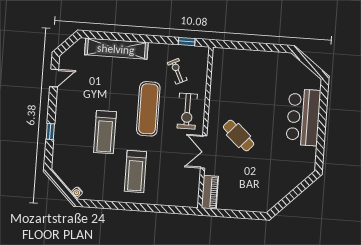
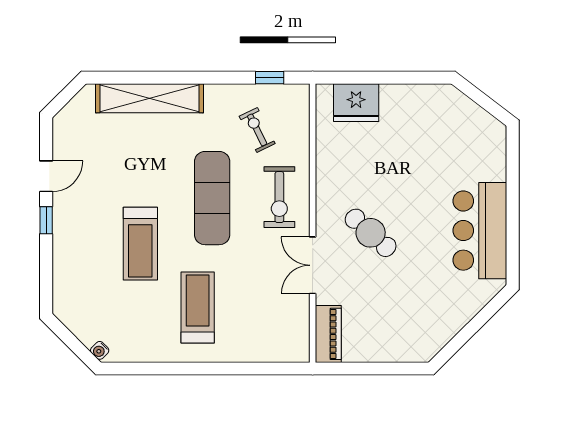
fridge: (236, 60) -> (356, 103), added
door: (54, 78) -> (46, 176), moved
bar counter: (303, 117) -> (480, 231), moved
window: (50, 131) -> (46, 220), moved
treadmill: (135, 172) -> (198, 308), turned 180

